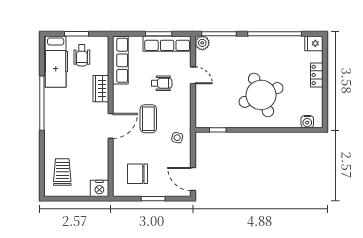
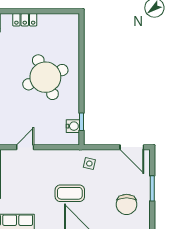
wheelchair: (162, 83) -> (33, 180), removed
water cooler: (307, 122) -> (73, 126), moved
door: (193, 179) -> (132, 147), hinge flipped

